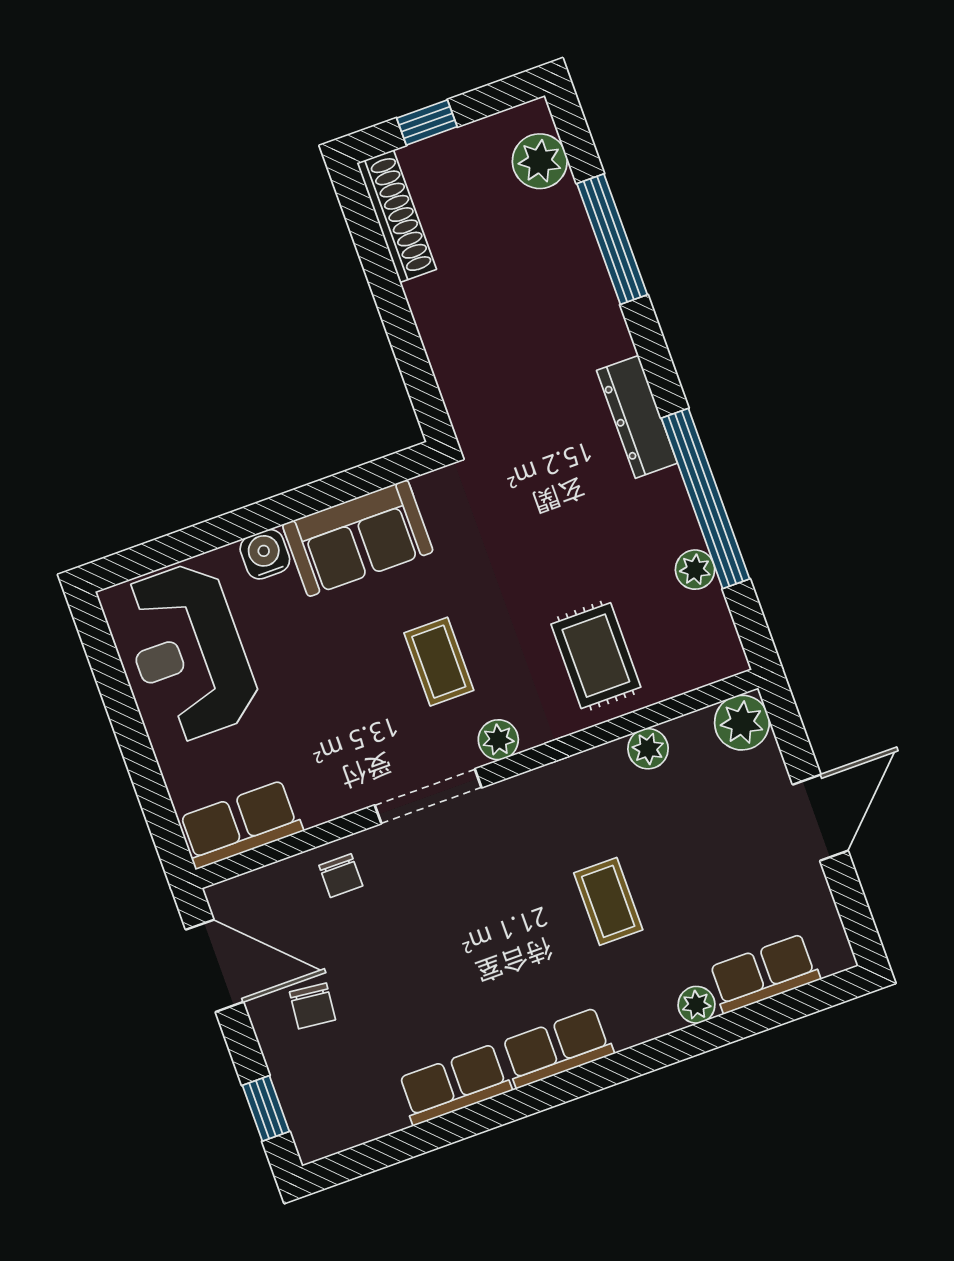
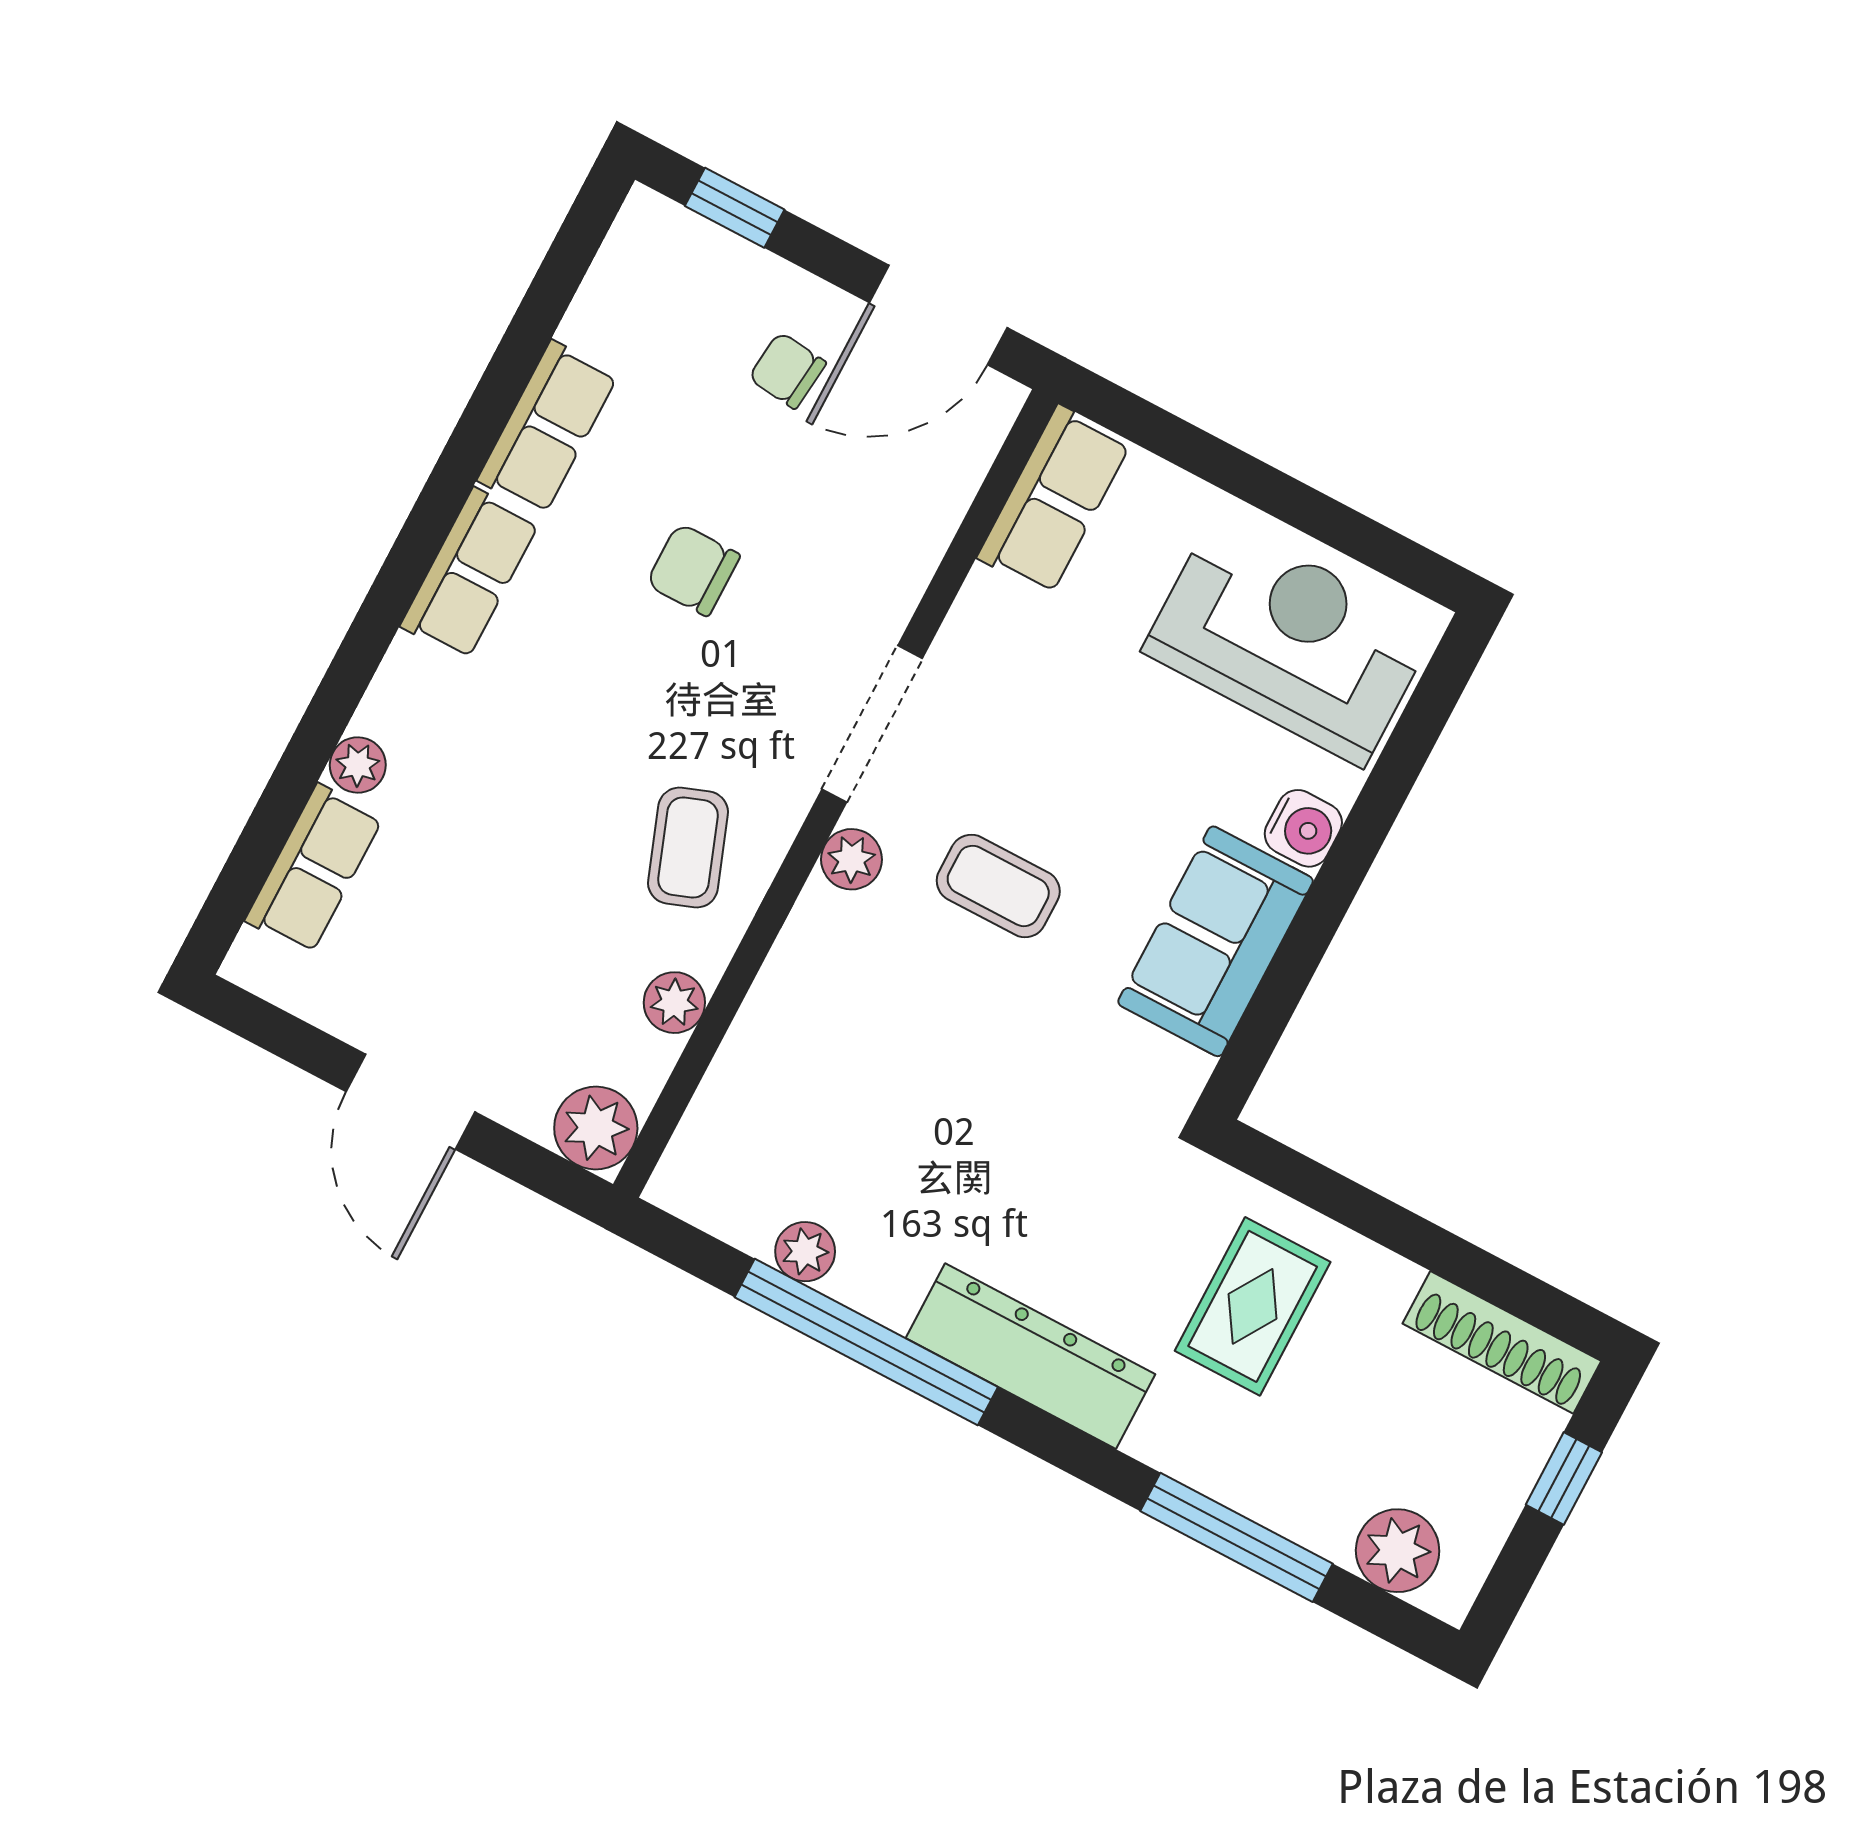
dresser: (637, 417) -> (1031, 1356), width x1.37, depth x1.24
rug: (596, 656) -> (1253, 1306), moved, turned 90
chair: (341, 876) -> (693, 570), moved, width x1.37, depth x1.37
coffee table: (608, 901) -> (688, 848), moved, turned 70

